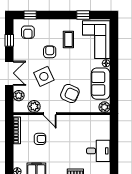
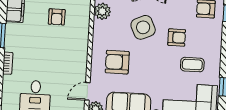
armchair: (70, 93) -> (117, 62), turned 66
door: (50, 114) -> (87, 91), moved

